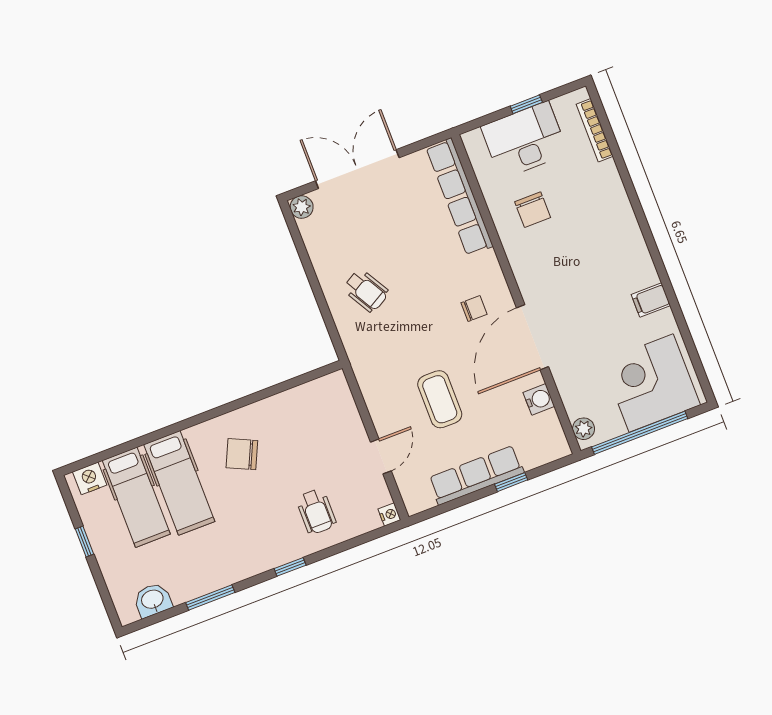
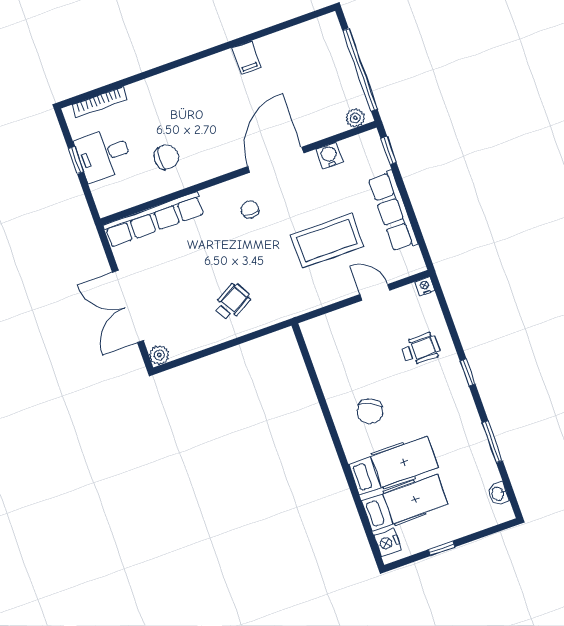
desk: (524, 140) -> (104, 154), width x0.73
door: (532, 337) -> (276, 160), swing flipped
corner desk: (651, 383) -> (318, 59), removed
coffee table: (440, 399) -> (327, 241), width x1.36, depth x1.32
window: (511, 482) -> (389, 150), moved
washbasin: (153, 600) -> (498, 494), width x0.72, depth x0.69

